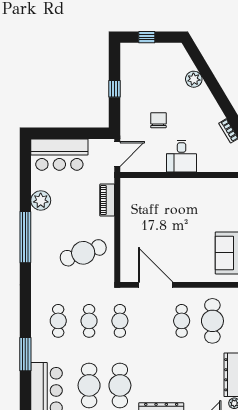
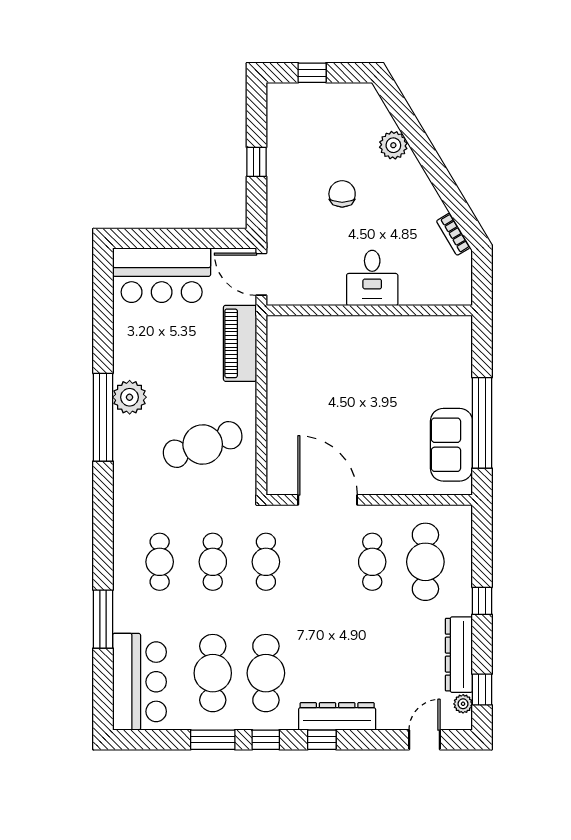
chair: (158, 120) -> (342, 194), moved
door: (117, 154) -> (261, 274), swing flipped
plant: (41, 200) -> (130, 397), moved
piano: (107, 200) -> (240, 343), width x1.37, depth x1.33

